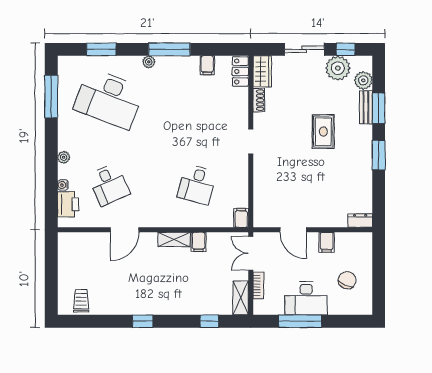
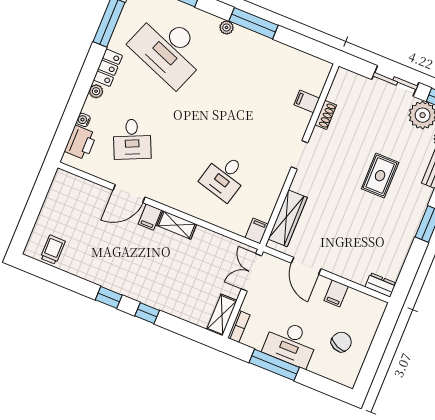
filing cabinet: (207, 65) -> (307, 101), moved, turned 90
locker: (240, 71) -> (108, 68), moved, turned 180
wardrobe: (262, 71) -> (288, 218), moved, width x1.50
filing cabinet: (199, 242) -> (150, 217), moved
bookcase: (258, 285) -> (239, 326), moved
window: (209, 321) -> (147, 313), moved

